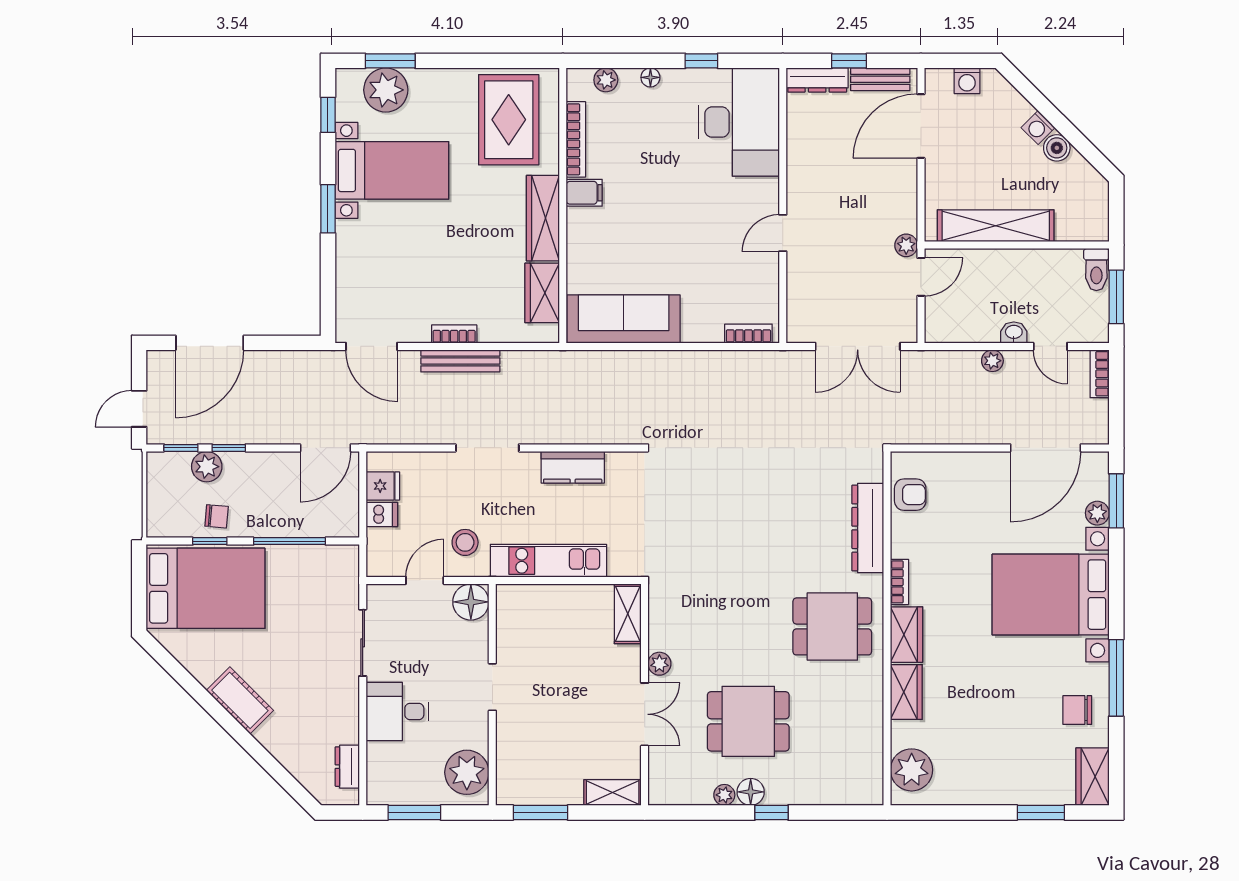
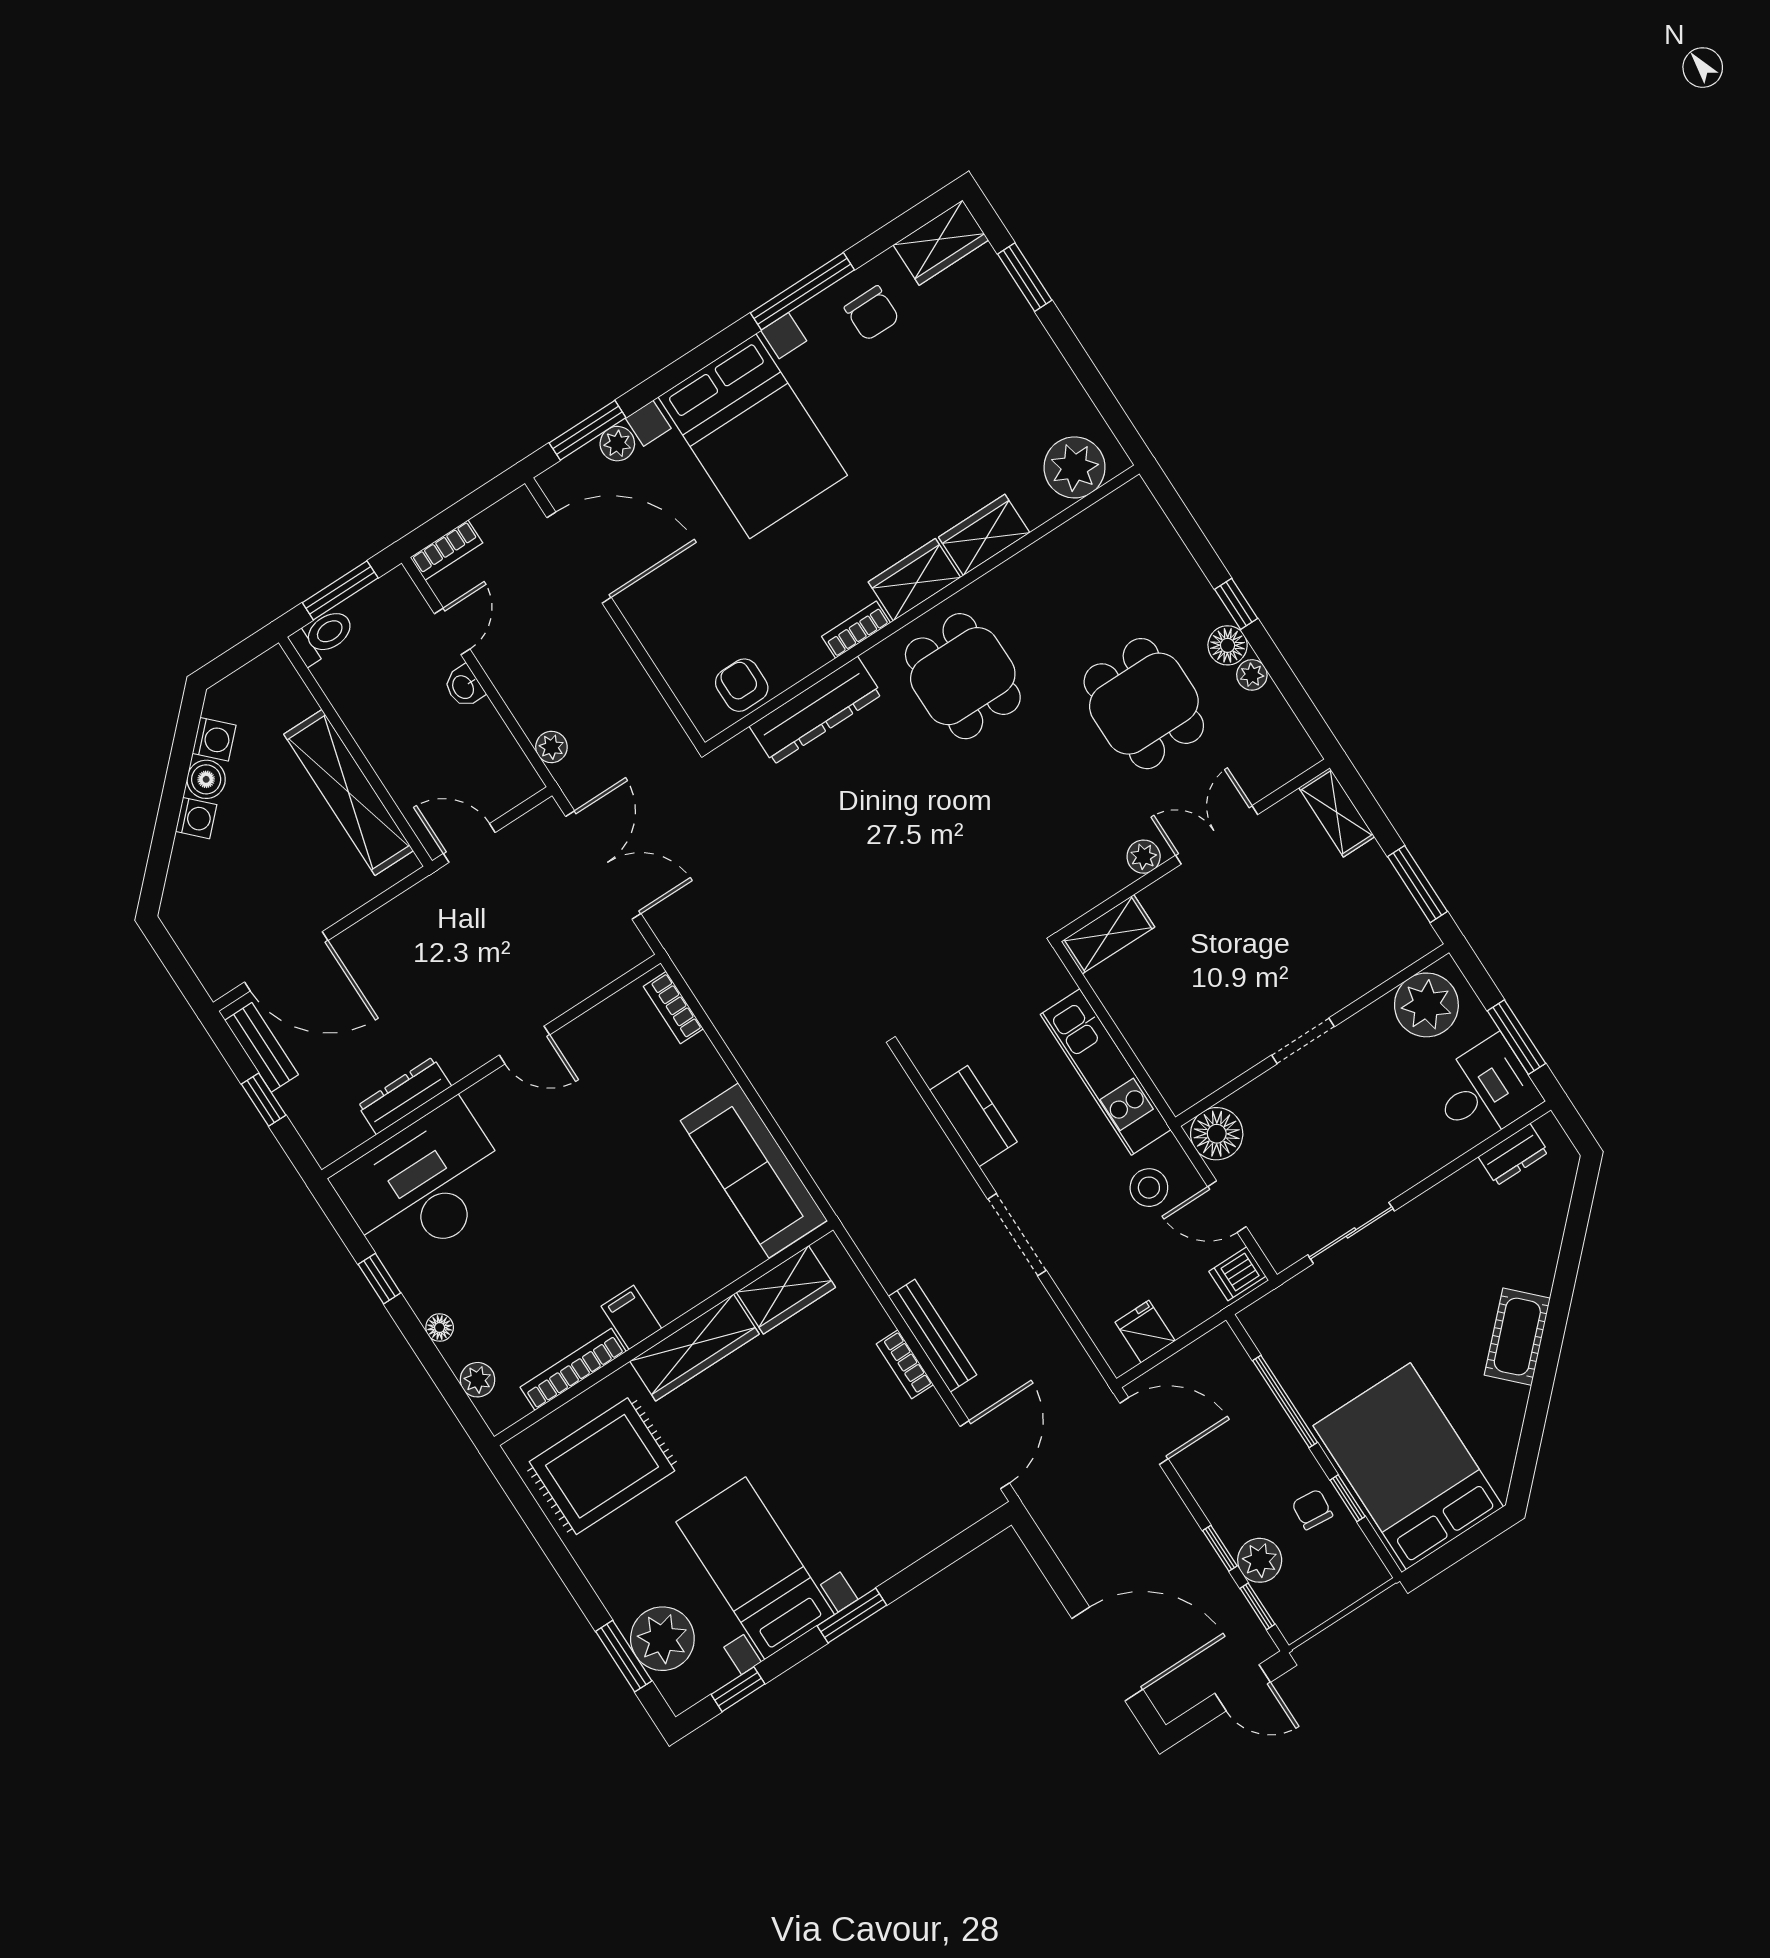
dresser: (817, 80) -> (405, 1096), moved, turned -90
washing machine: (967, 81) -> (214, 739), moved, turned 45
plant: (906, 245) -> (443, 886), removed
plant: (992, 361) -> (551, 747), moved
dishwasher: (382, 515) -> (1237, 1274), moved, turned -90
desk: (397, 712) -> (1485, 1091), moved, turned -90

